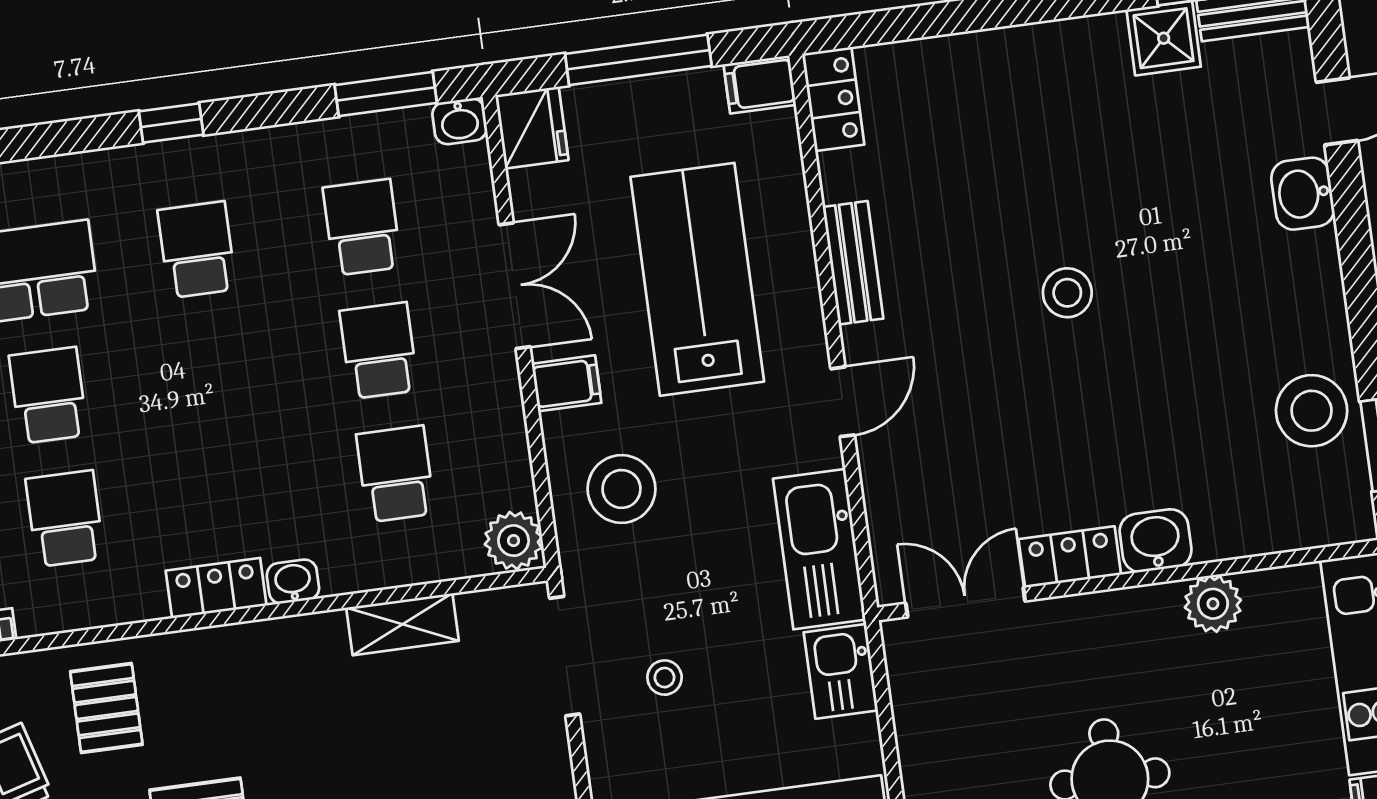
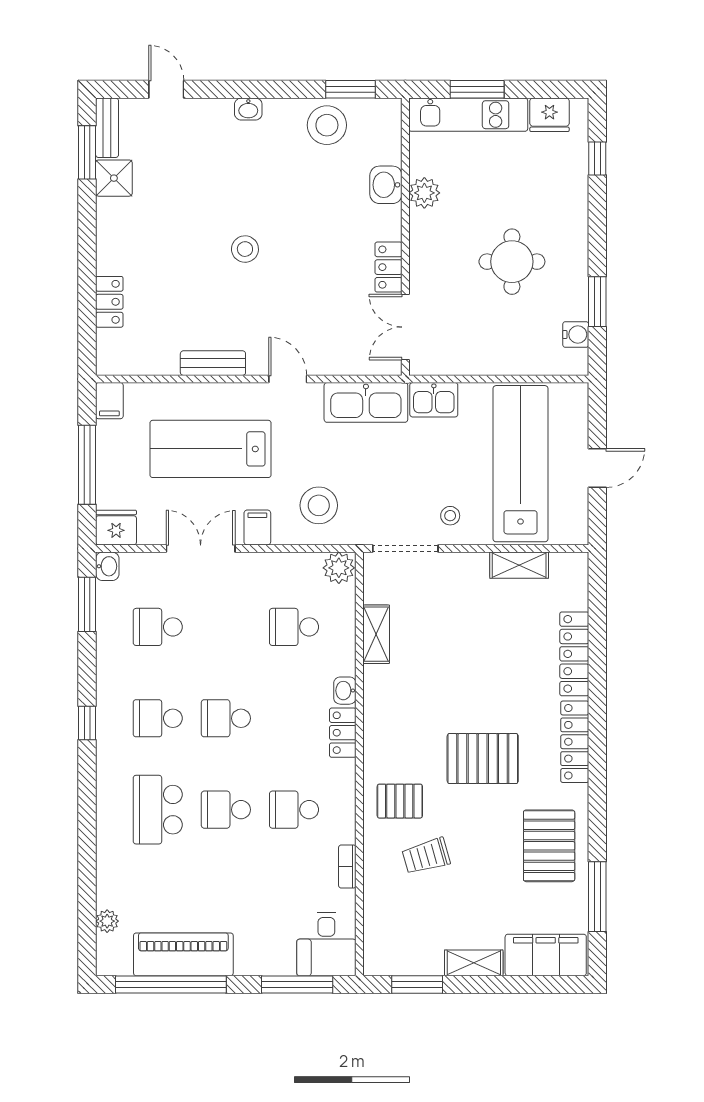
locker: (833, 99) -> (109, 302), moved, turned 90
washbasin: (1303, 194) -> (248, 109), moved, width x0.72, depth x0.69
school desk: (379, 351) -> (226, 718), moved
washbasin: (1156, 541) -> (386, 185), moved
stool: (665, 678) -> (450, 516), moved

